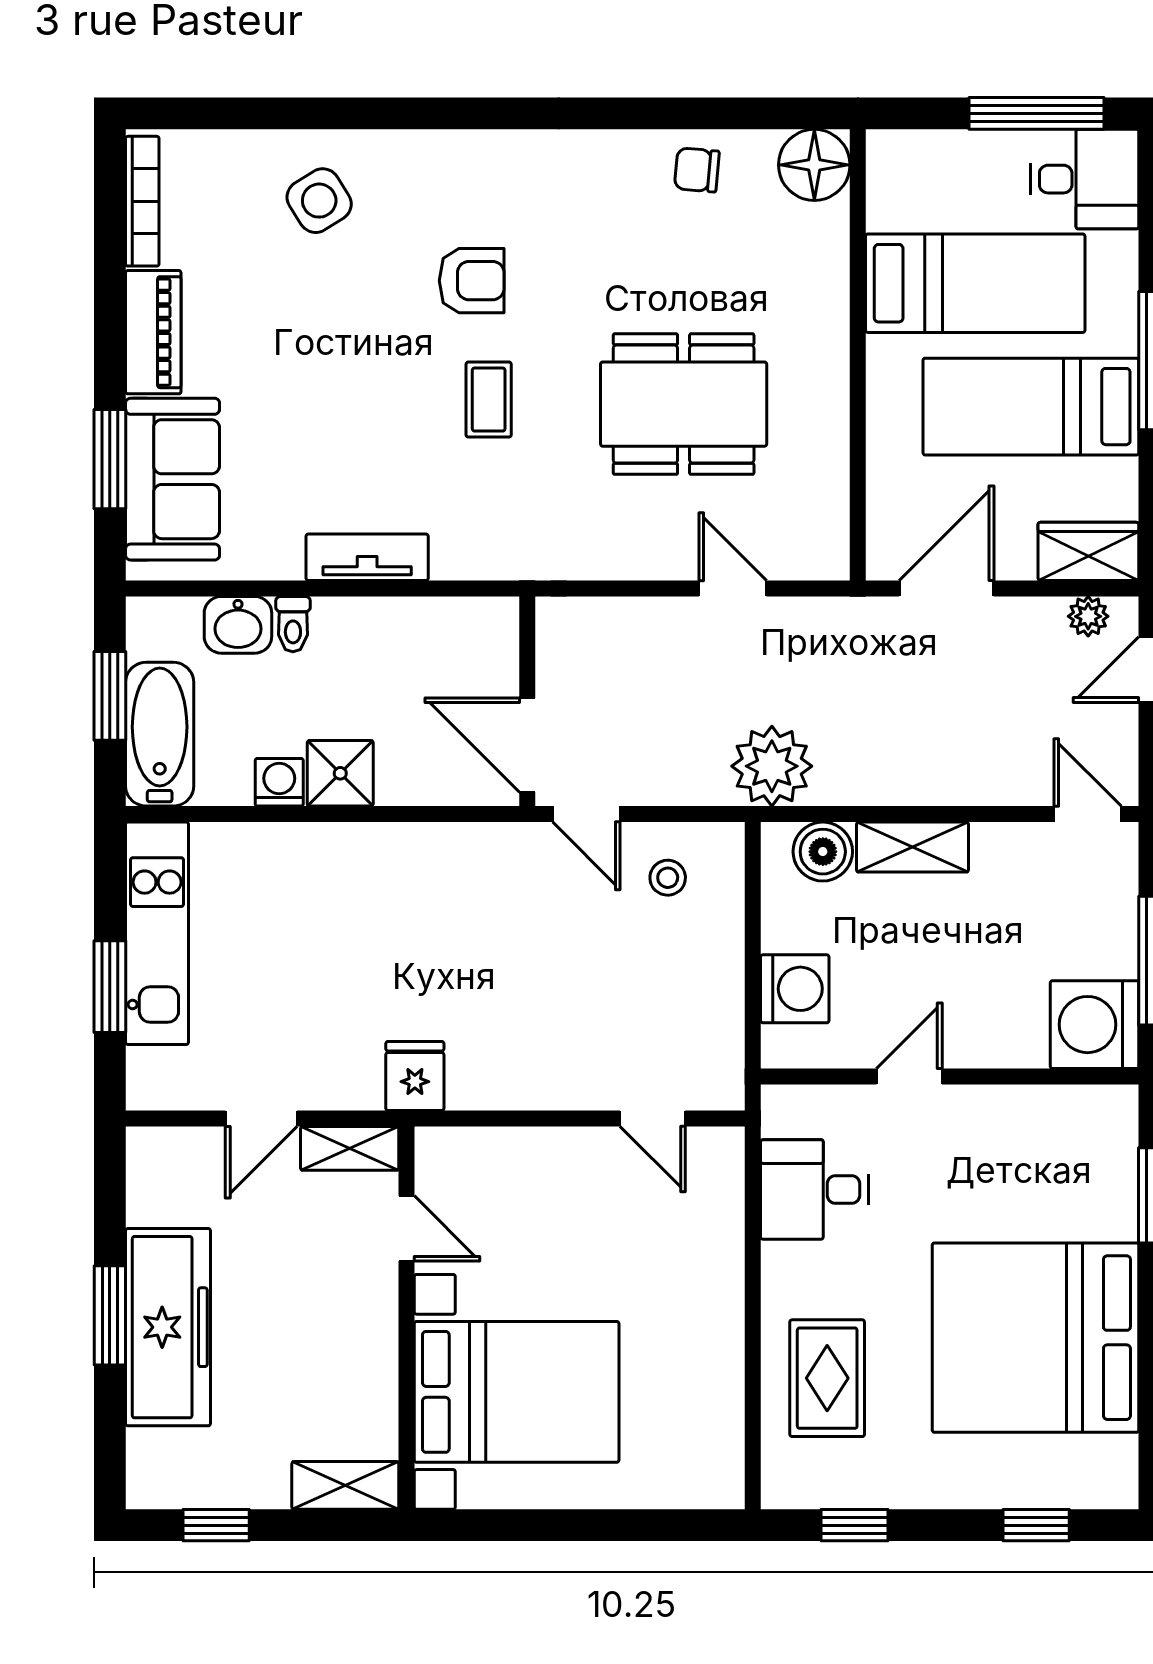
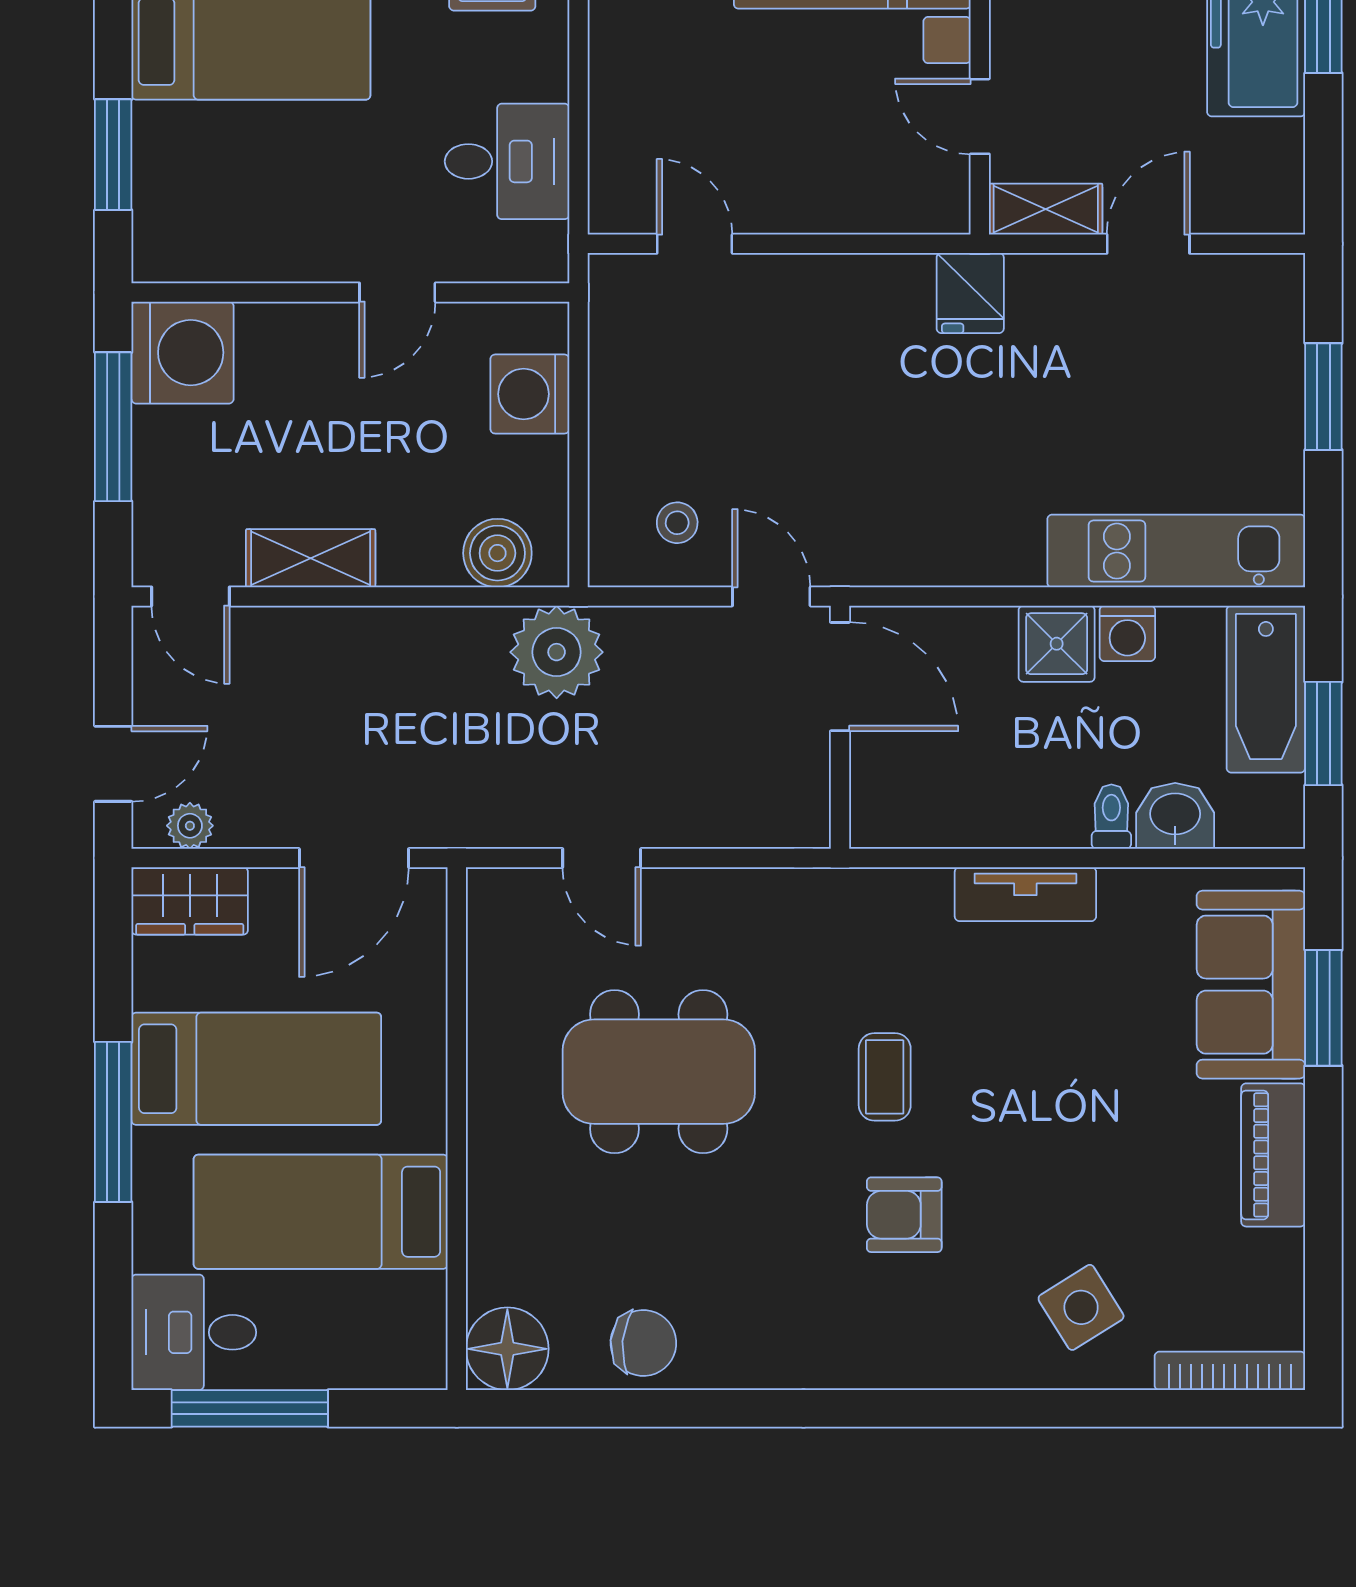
chair: (697, 170) -> (643, 1343), width x1.37, depth x1.37
bookcase: (142, 201) -> (1230, 1371), moved, turned 90
shelving: (912, 847) -> (311, 558), moved
kitchen unit: (157, 933) -> (1176, 551), moved, turned 90

